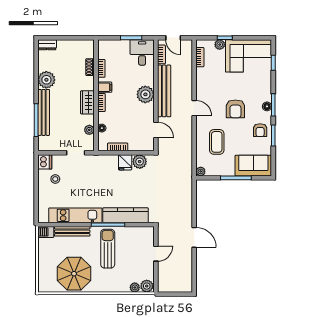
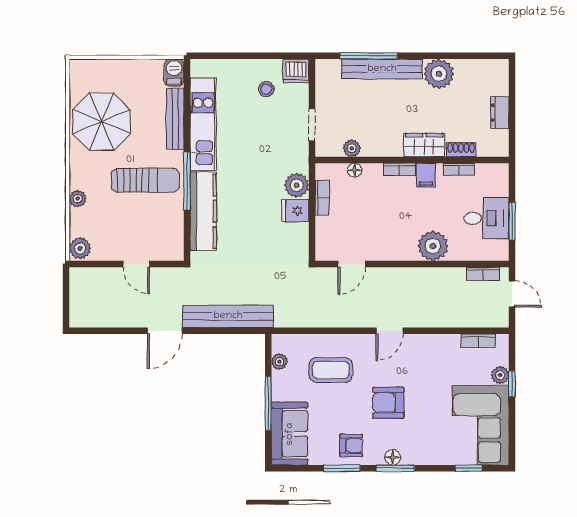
door: (173, 38) -> (512, 294), swing flipped
dresser: (47, 45) -> (500, 113), moved
desk: (142, 52) -> (486, 218), moved
bench: (164, 91) -> (228, 316), moved
plant: (145, 94) -> (433, 246), moved
wardrobe: (87, 102) -> (424, 145), moved
armchair: (260, 130) -> (351, 445), turned 180
plant: (140, 162) -> (297, 185), moved
plant: (201, 171) -> (279, 362), moved
plant: (135, 287) -> (78, 199), moved

